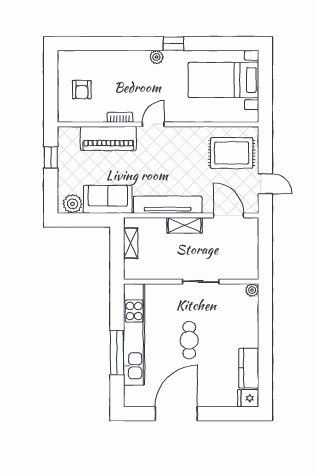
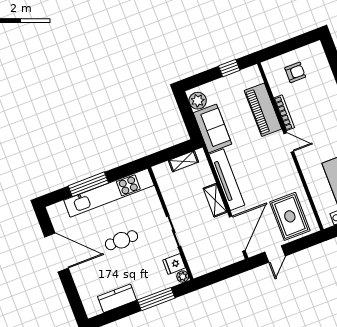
armchair: (82, 90) -> (295, 72), turned 180
bookcase: (120, 117) -> (284, 113), width x1.56
door: (229, 215) -> (237, 234), width x1.36
window: (265, 327) -> (156, 299), added
fridge: (248, 398) -> (174, 264), moved, turned -90

